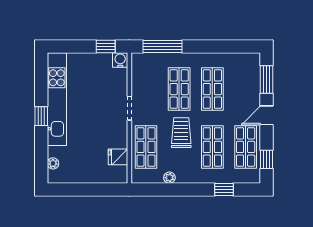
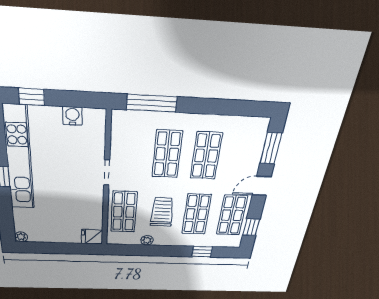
window: (106, 47) -> (32, 97), moved
water cooler: (120, 60) -> (72, 116), moved
trolley: (181, 133) -> (162, 212), moved
fridge: (118, 157) -> (92, 237), moved
plant: (53, 163) -> (21, 237), moved

